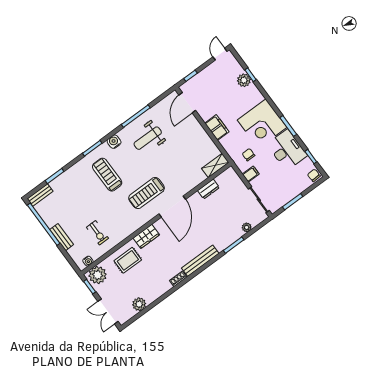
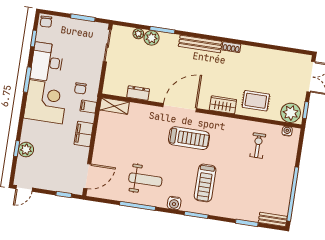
filing cabinet: (251, 174) -> (88, 107), moved
bench: (62, 237) -> (289, 170), removed
plant: (139, 304) -> (151, 38), moved

